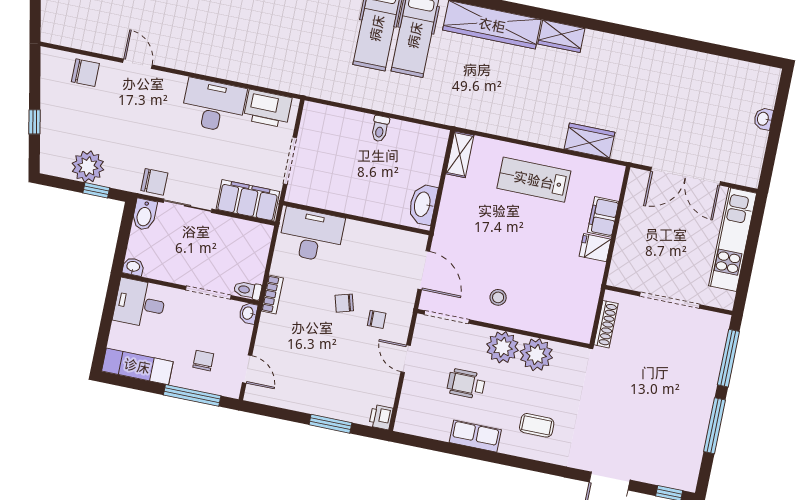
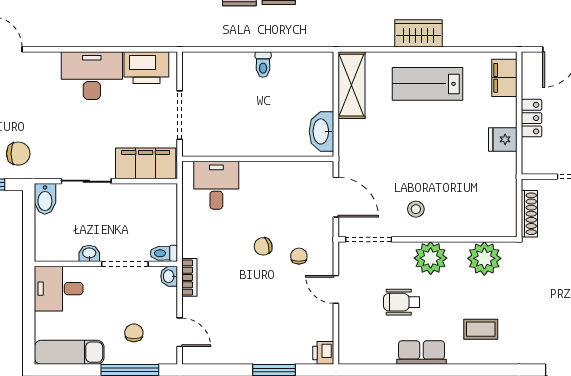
wardrobe: (589, 141) -> (418, 33), moved
shelving: (460, 154) -> (352, 85), width x1.50, depth x1.33
chair: (154, 182) -> (18, 154), moved
filing cabinet: (603, 217) -> (504, 78), moved
locker: (627, 233) -> (531, 118), added
desk: (311, 235) -> (216, 185), width x0.73
washbasin: (133, 267) -> (89, 253), moved
bookcase: (272, 294) -> (189, 277), moved
chair: (377, 319) -> (299, 256), turned -90
plant: (536, 355) -> (484, 258), moved

